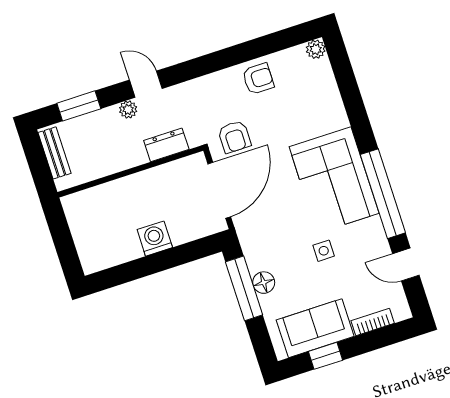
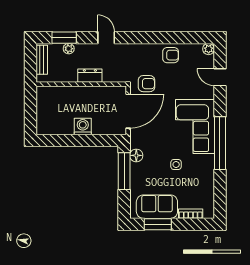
plant: (128, 109) -> (69, 49), moved
armchair: (234, 137) -> (146, 84), turned -90
dresser: (166, 145) -> (90, 76), moved
door: (406, 264) -> (220, 77), moved
floor lamp: (264, 283) -> (136, 155), moved
window: (326, 356) -> (158, 224), width x1.50

